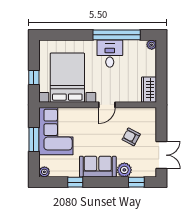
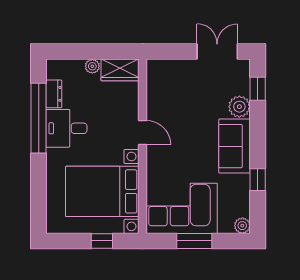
dresser: (133, 45) -> (54, 94), added
plant: (152, 45) -> (92, 66), moved
armchair: (131, 137) -> (190, 97), removed

